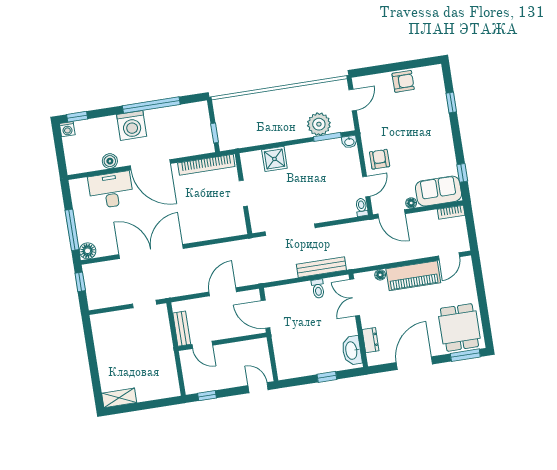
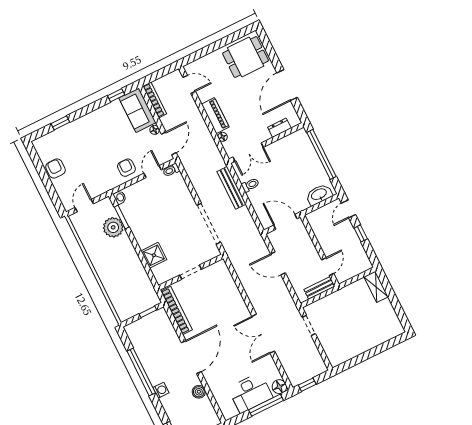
door: (353, 100) -> (84, 206), hinge flipped
washing machine: (132, 125) -> (161, 390), width x0.53, depth x0.53
armchair: (380, 159) -> (126, 168), turned 90
door: (366, 186) -> (153, 172), hinge flipped
desk: (111, 190) -> (250, 393), moved, turned -90
bookcase: (451, 212) -> (155, 100), width x1.56
double door: (151, 252) -> (263, 334), width x0.73
piano: (413, 276) -> (215, 116), width x0.73, depth x0.75
door: (266, 314) -> (285, 222), swing flipped
washbasin: (352, 350) -> (319, 195), moved, turned 180
window: (465, 355) -> (267, 45), removed
door: (414, 363) -> (287, 85), hinge flipped
window: (327, 377) -> (321, 154), width x3.17
window: (207, 396) -> (361, 233), moved
shelving: (119, 398) -> (376, 287), moved

